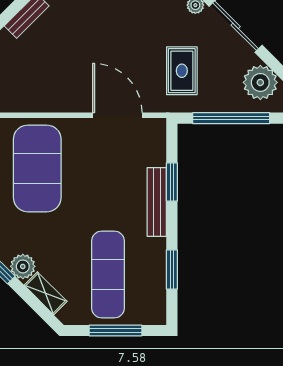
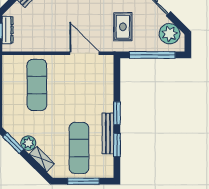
exercise mat: (37, 168) -> (37, 85), width x0.68
window: (172, 182) -> (117, 113), moved
bench: (157, 202) -> (108, 133), moved

